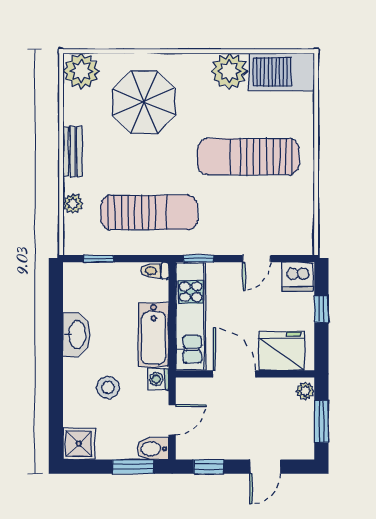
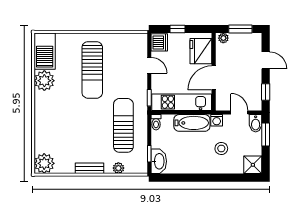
parasol: (144, 102) -> (62, 128), removed
washbasin: (76, 335) -> (159, 161), moved, turned 90

